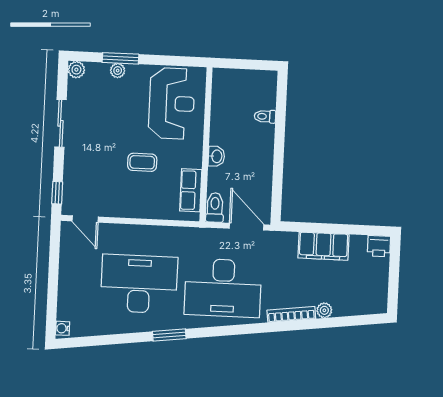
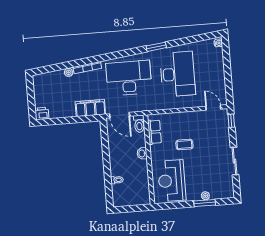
plant: (76, 70) -> (229, 193), removed
filing cabinet: (323, 246) -> (90, 108), moved
desk: (139, 284) -> (177, 74), turned -90

